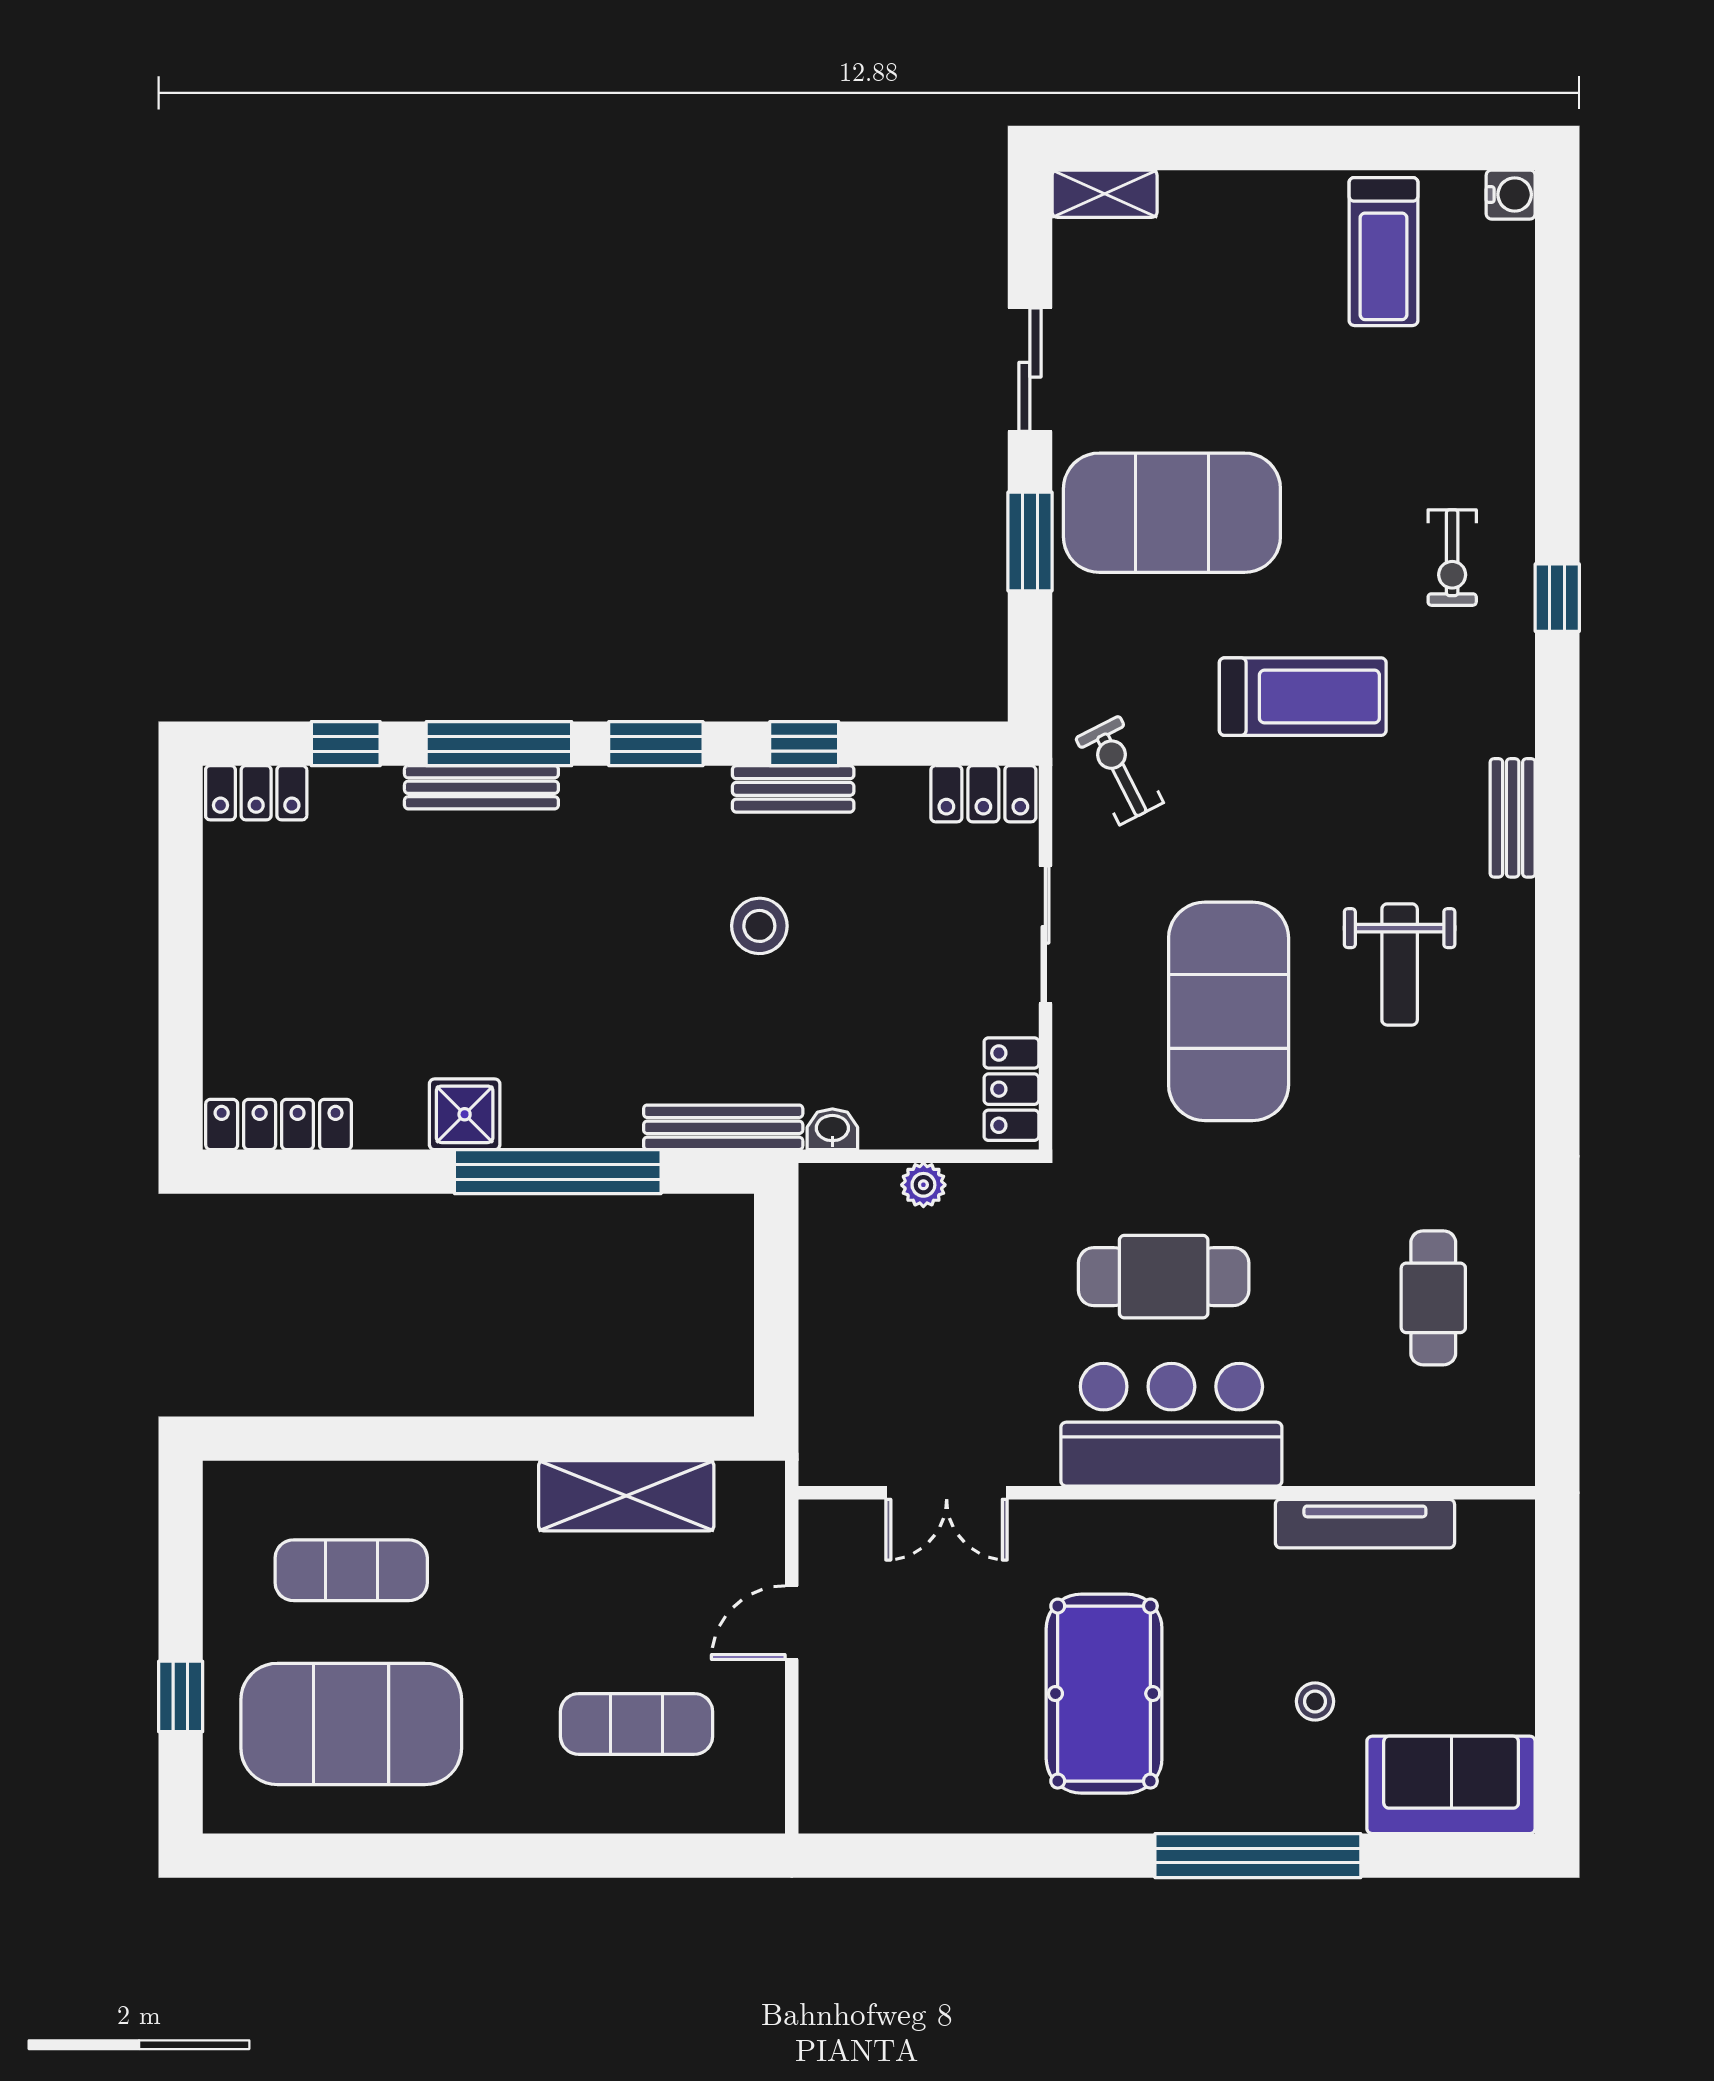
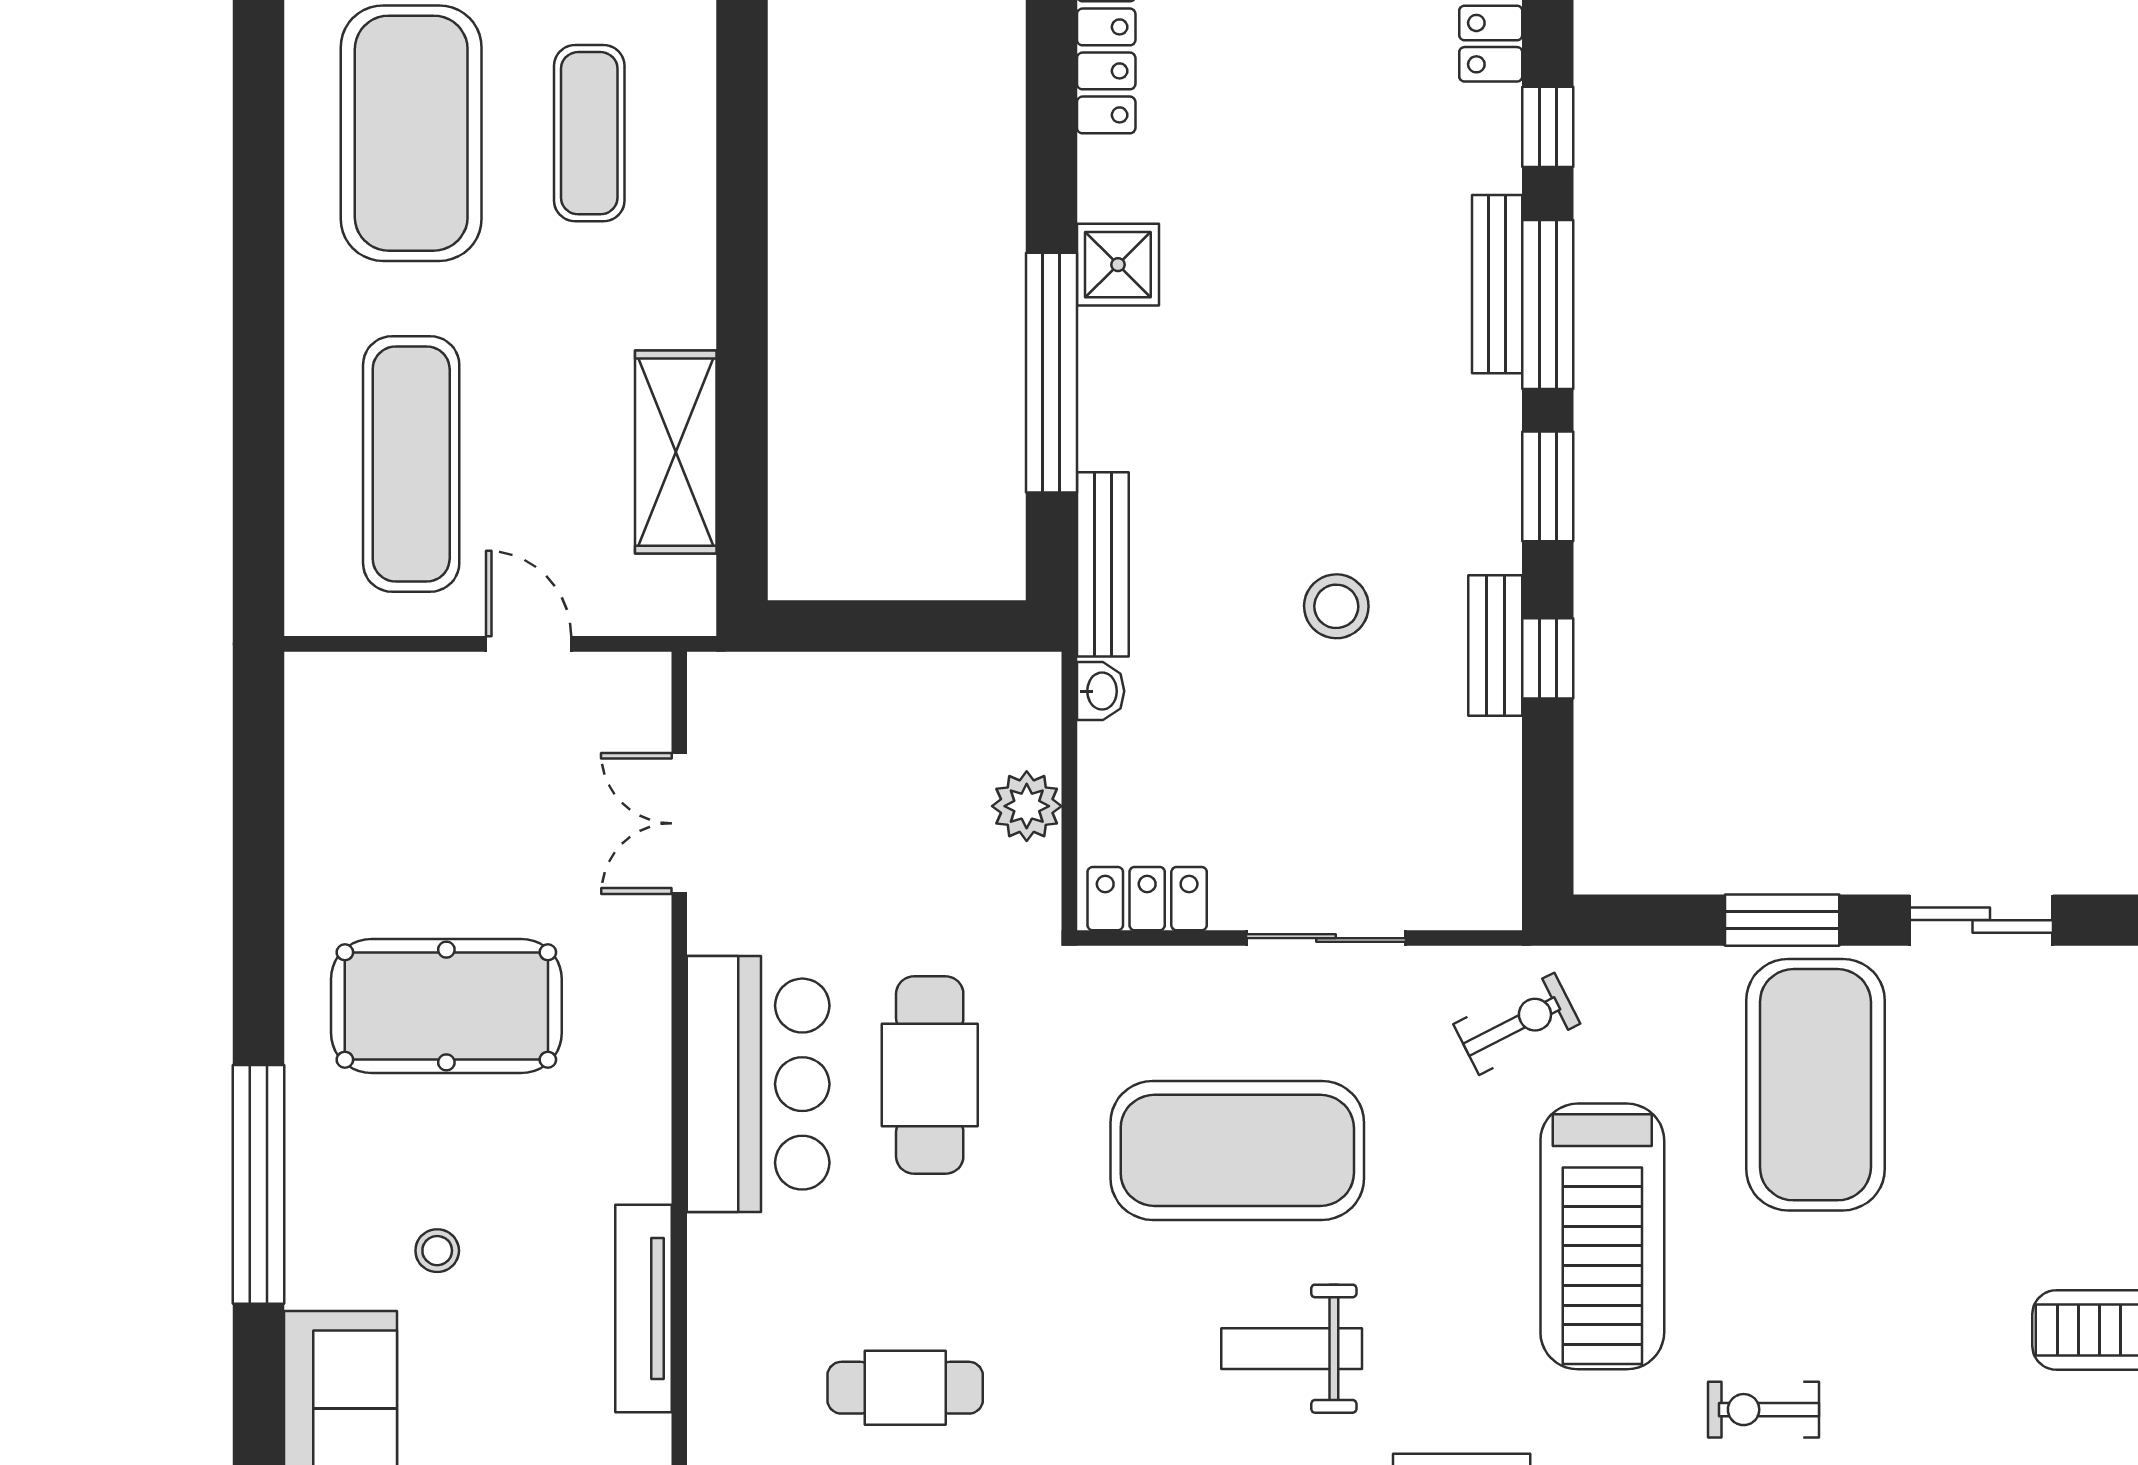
treadmill: (1303, 697) -> (1602, 1236), width x1.37, depth x1.38
locker: (983, 794) -> (1490, 866), removed
plant: (923, 1185) -> (1027, 806), width x1.38, depth x1.38
exercise mat: (637, 1724) -> (411, 464), width x1.36, depth x1.45

